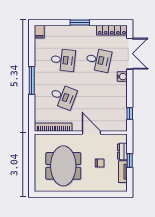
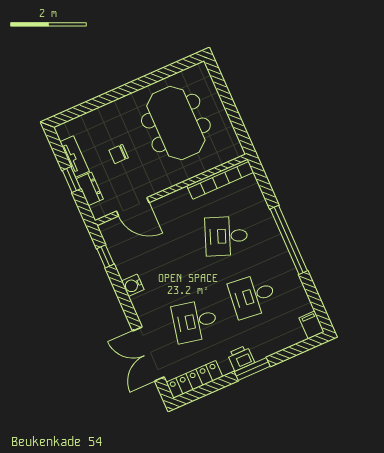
printer: (83, 31) -> (241, 358), added
water cooler: (122, 77) -> (133, 285), moved
window: (32, 80) -> (289, 240), width x1.46
door: (91, 133) -> (133, 207), moved

